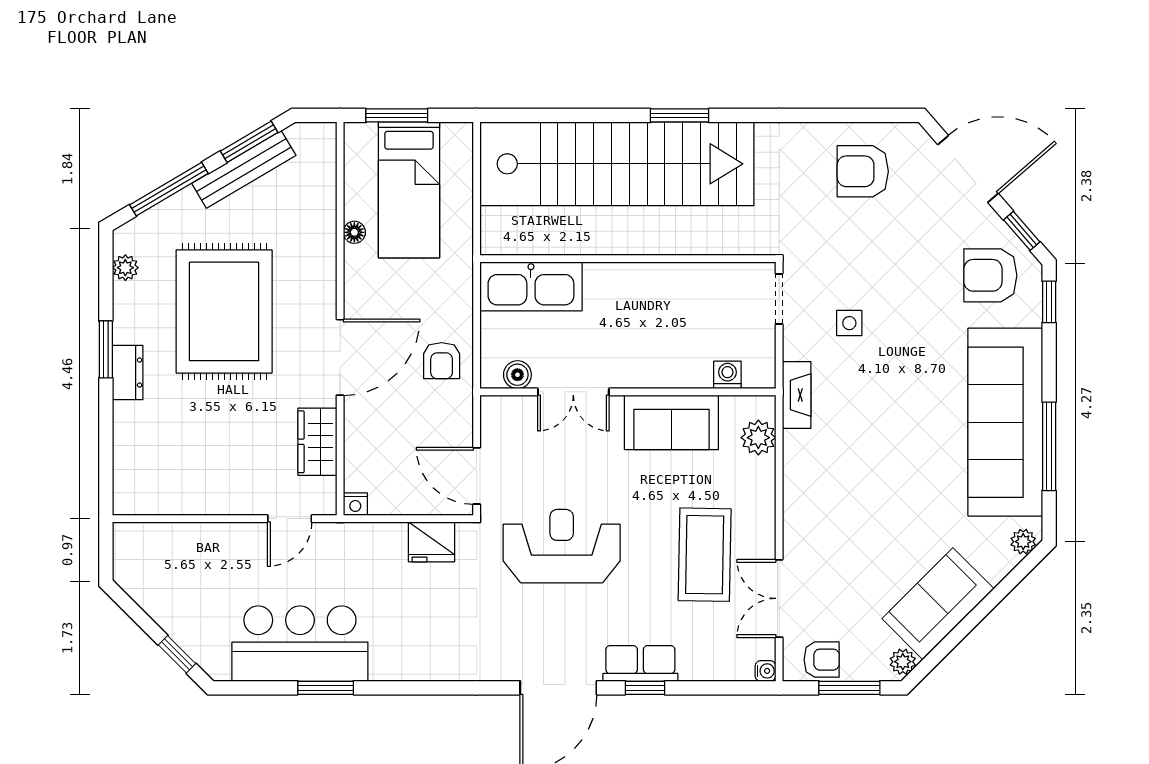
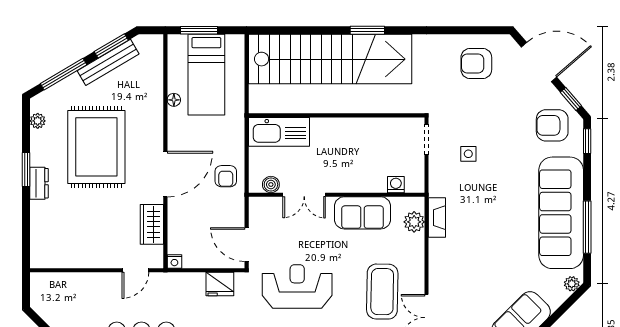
fireplace: (797, 395) -> (437, 218), moved

